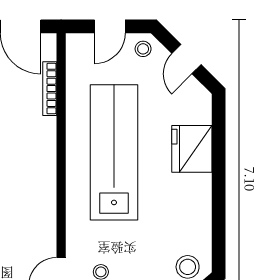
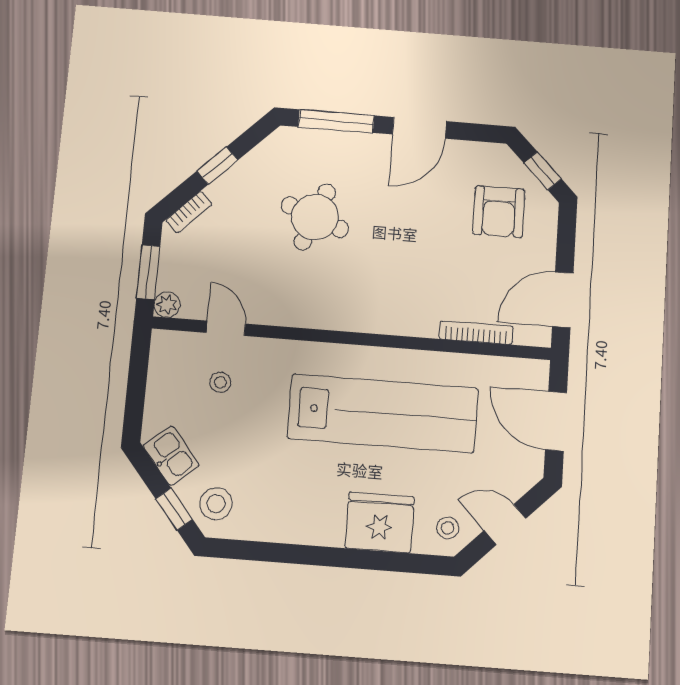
door: (110, 26) -> (556, 421), width x1.38
stool: (143, 49) -> (448, 528), moved

